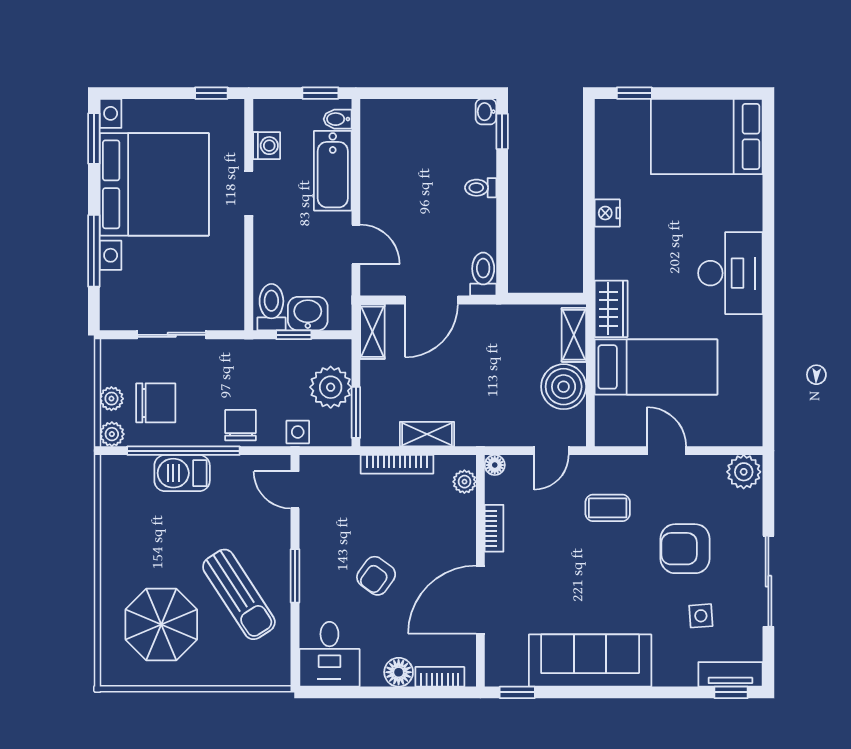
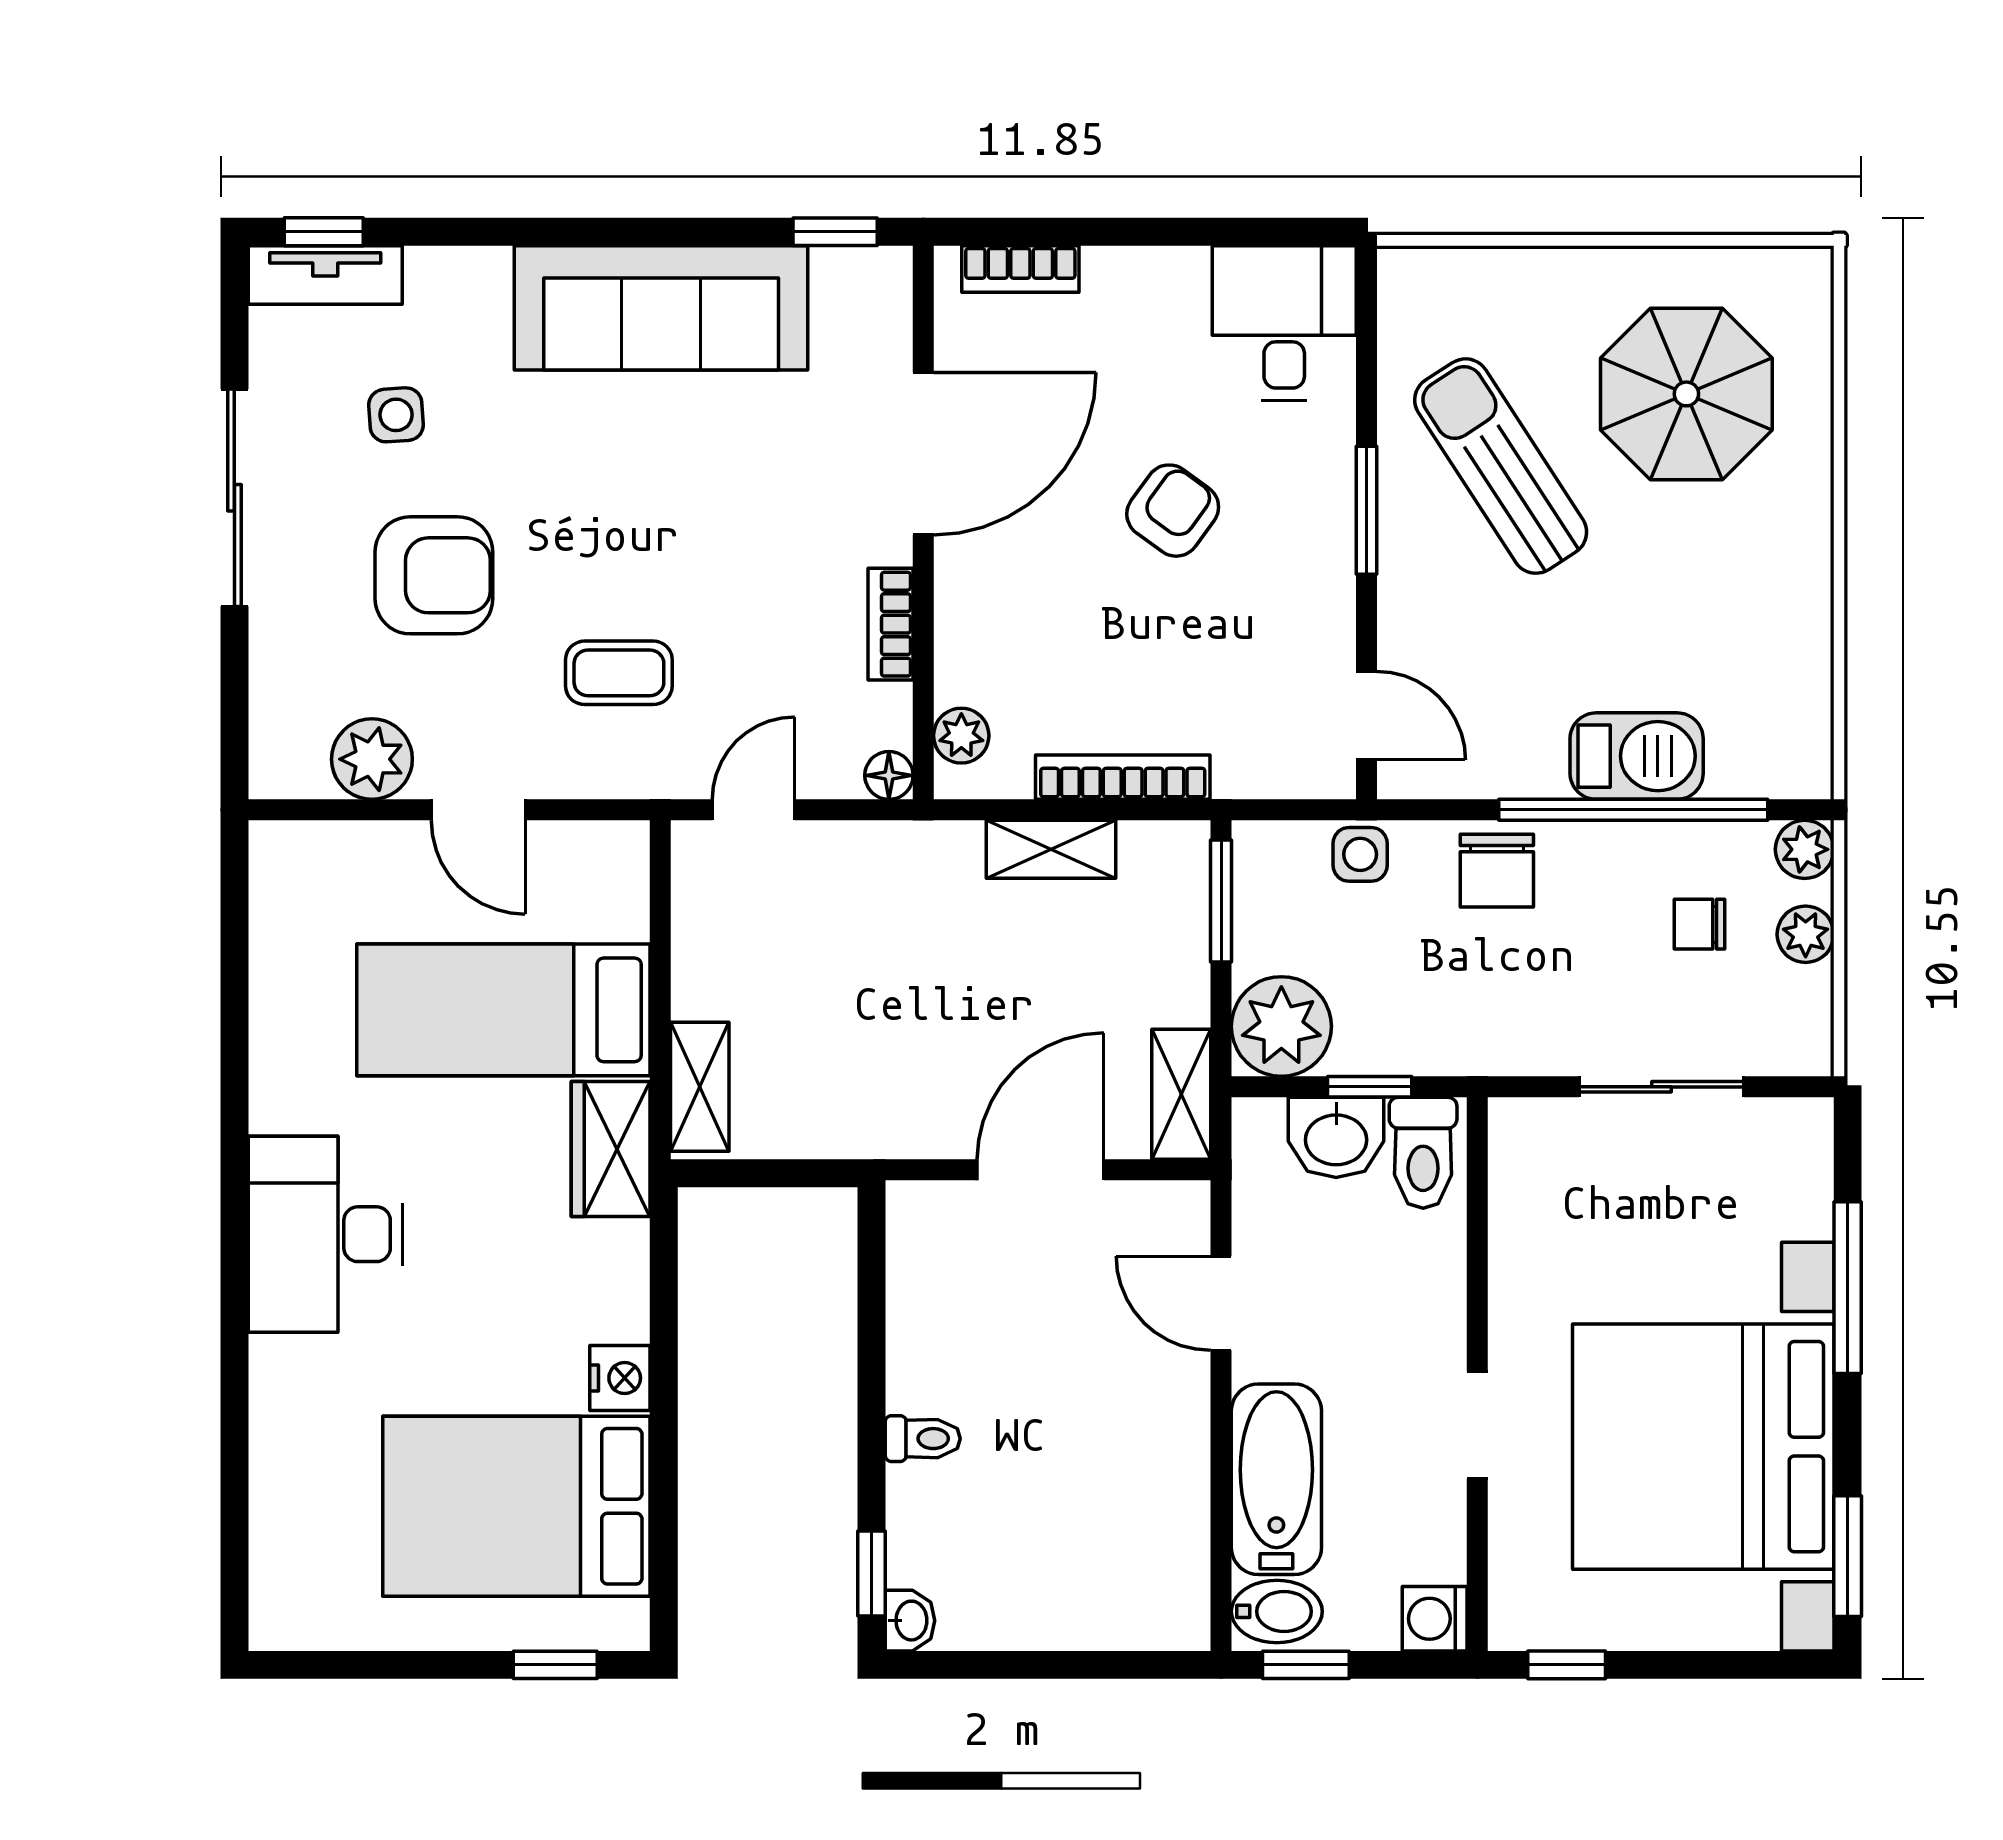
bidet: (338, 119) -> (1277, 1611), width x1.38, depth x1.36
bed: (707, 137) -> (516, 1506), moved, turned 180
washing machine: (267, 146) -> (1435, 1619), moved
toilet: (483, 274) -> (917, 1232), removed
plant: (331, 387) -> (1281, 1026), moved
boiler: (564, 387) -> (724, 963), removed
chair: (156, 403) -> (1700, 924), width x0.54, depth x0.54
plant: (744, 472) -> (372, 759), moved
floor lamp: (399, 672) -> (1119, 280), removed

